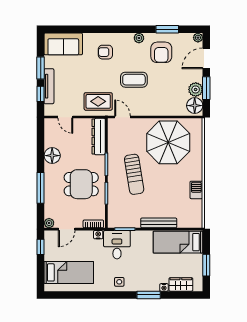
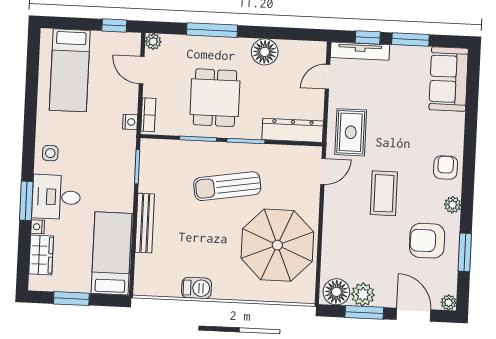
armchair: (105, 52) -> (446, 167), moved
tv unit: (49, 86) -> (360, 51), moved
desk: (117, 245) -> (56, 197), moved, turned 180

